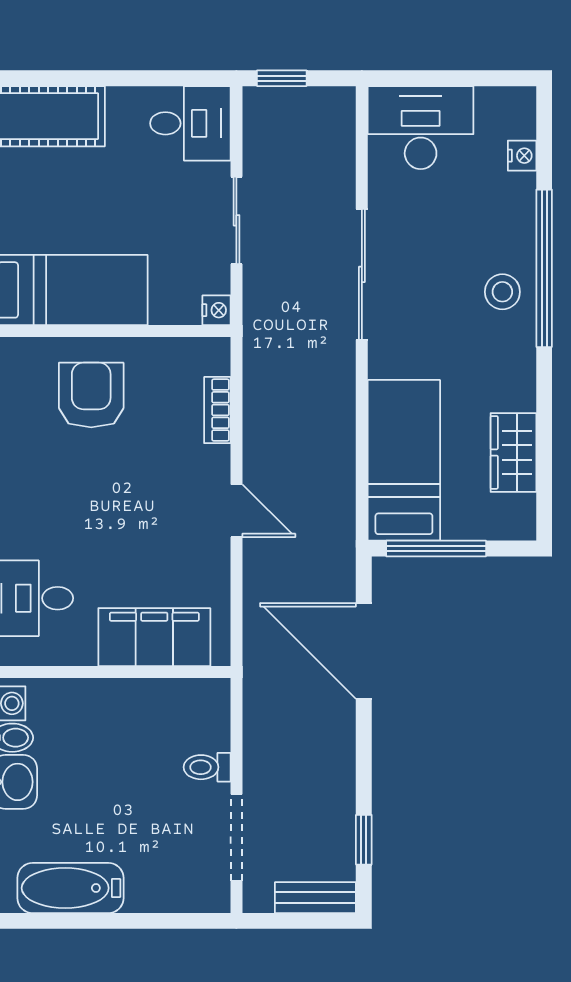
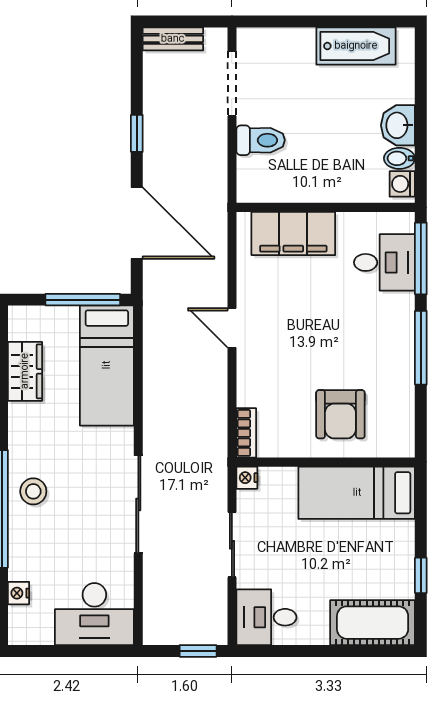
bookcase: (217, 410) -> (246, 433), moved
toilet: (207, 767) -> (261, 140), width x1.37, depth x1.39
window: (364, 840) -> (137, 133), moved

